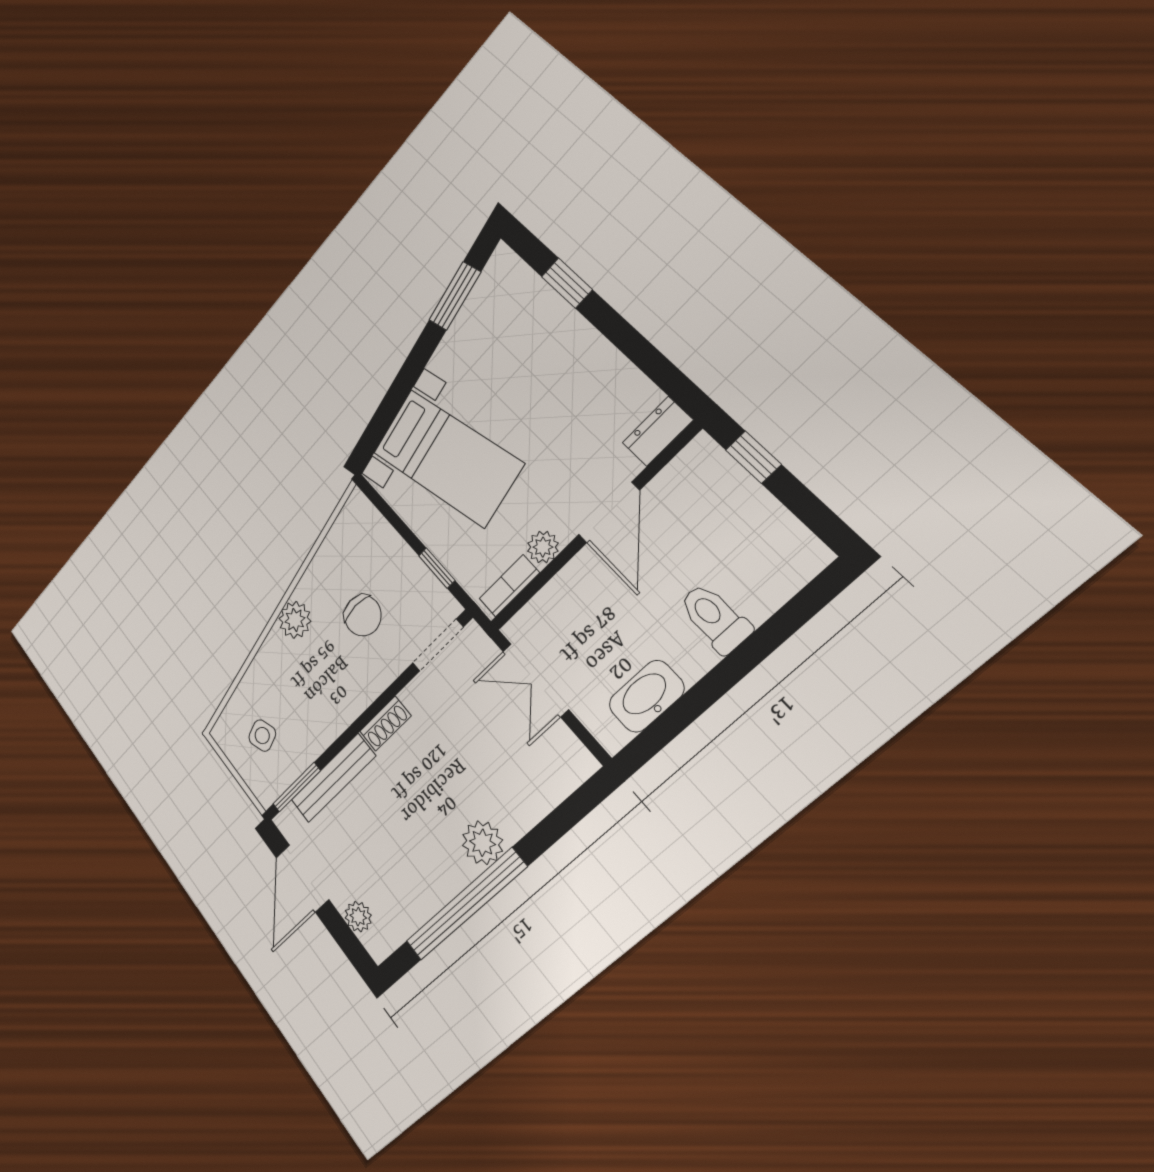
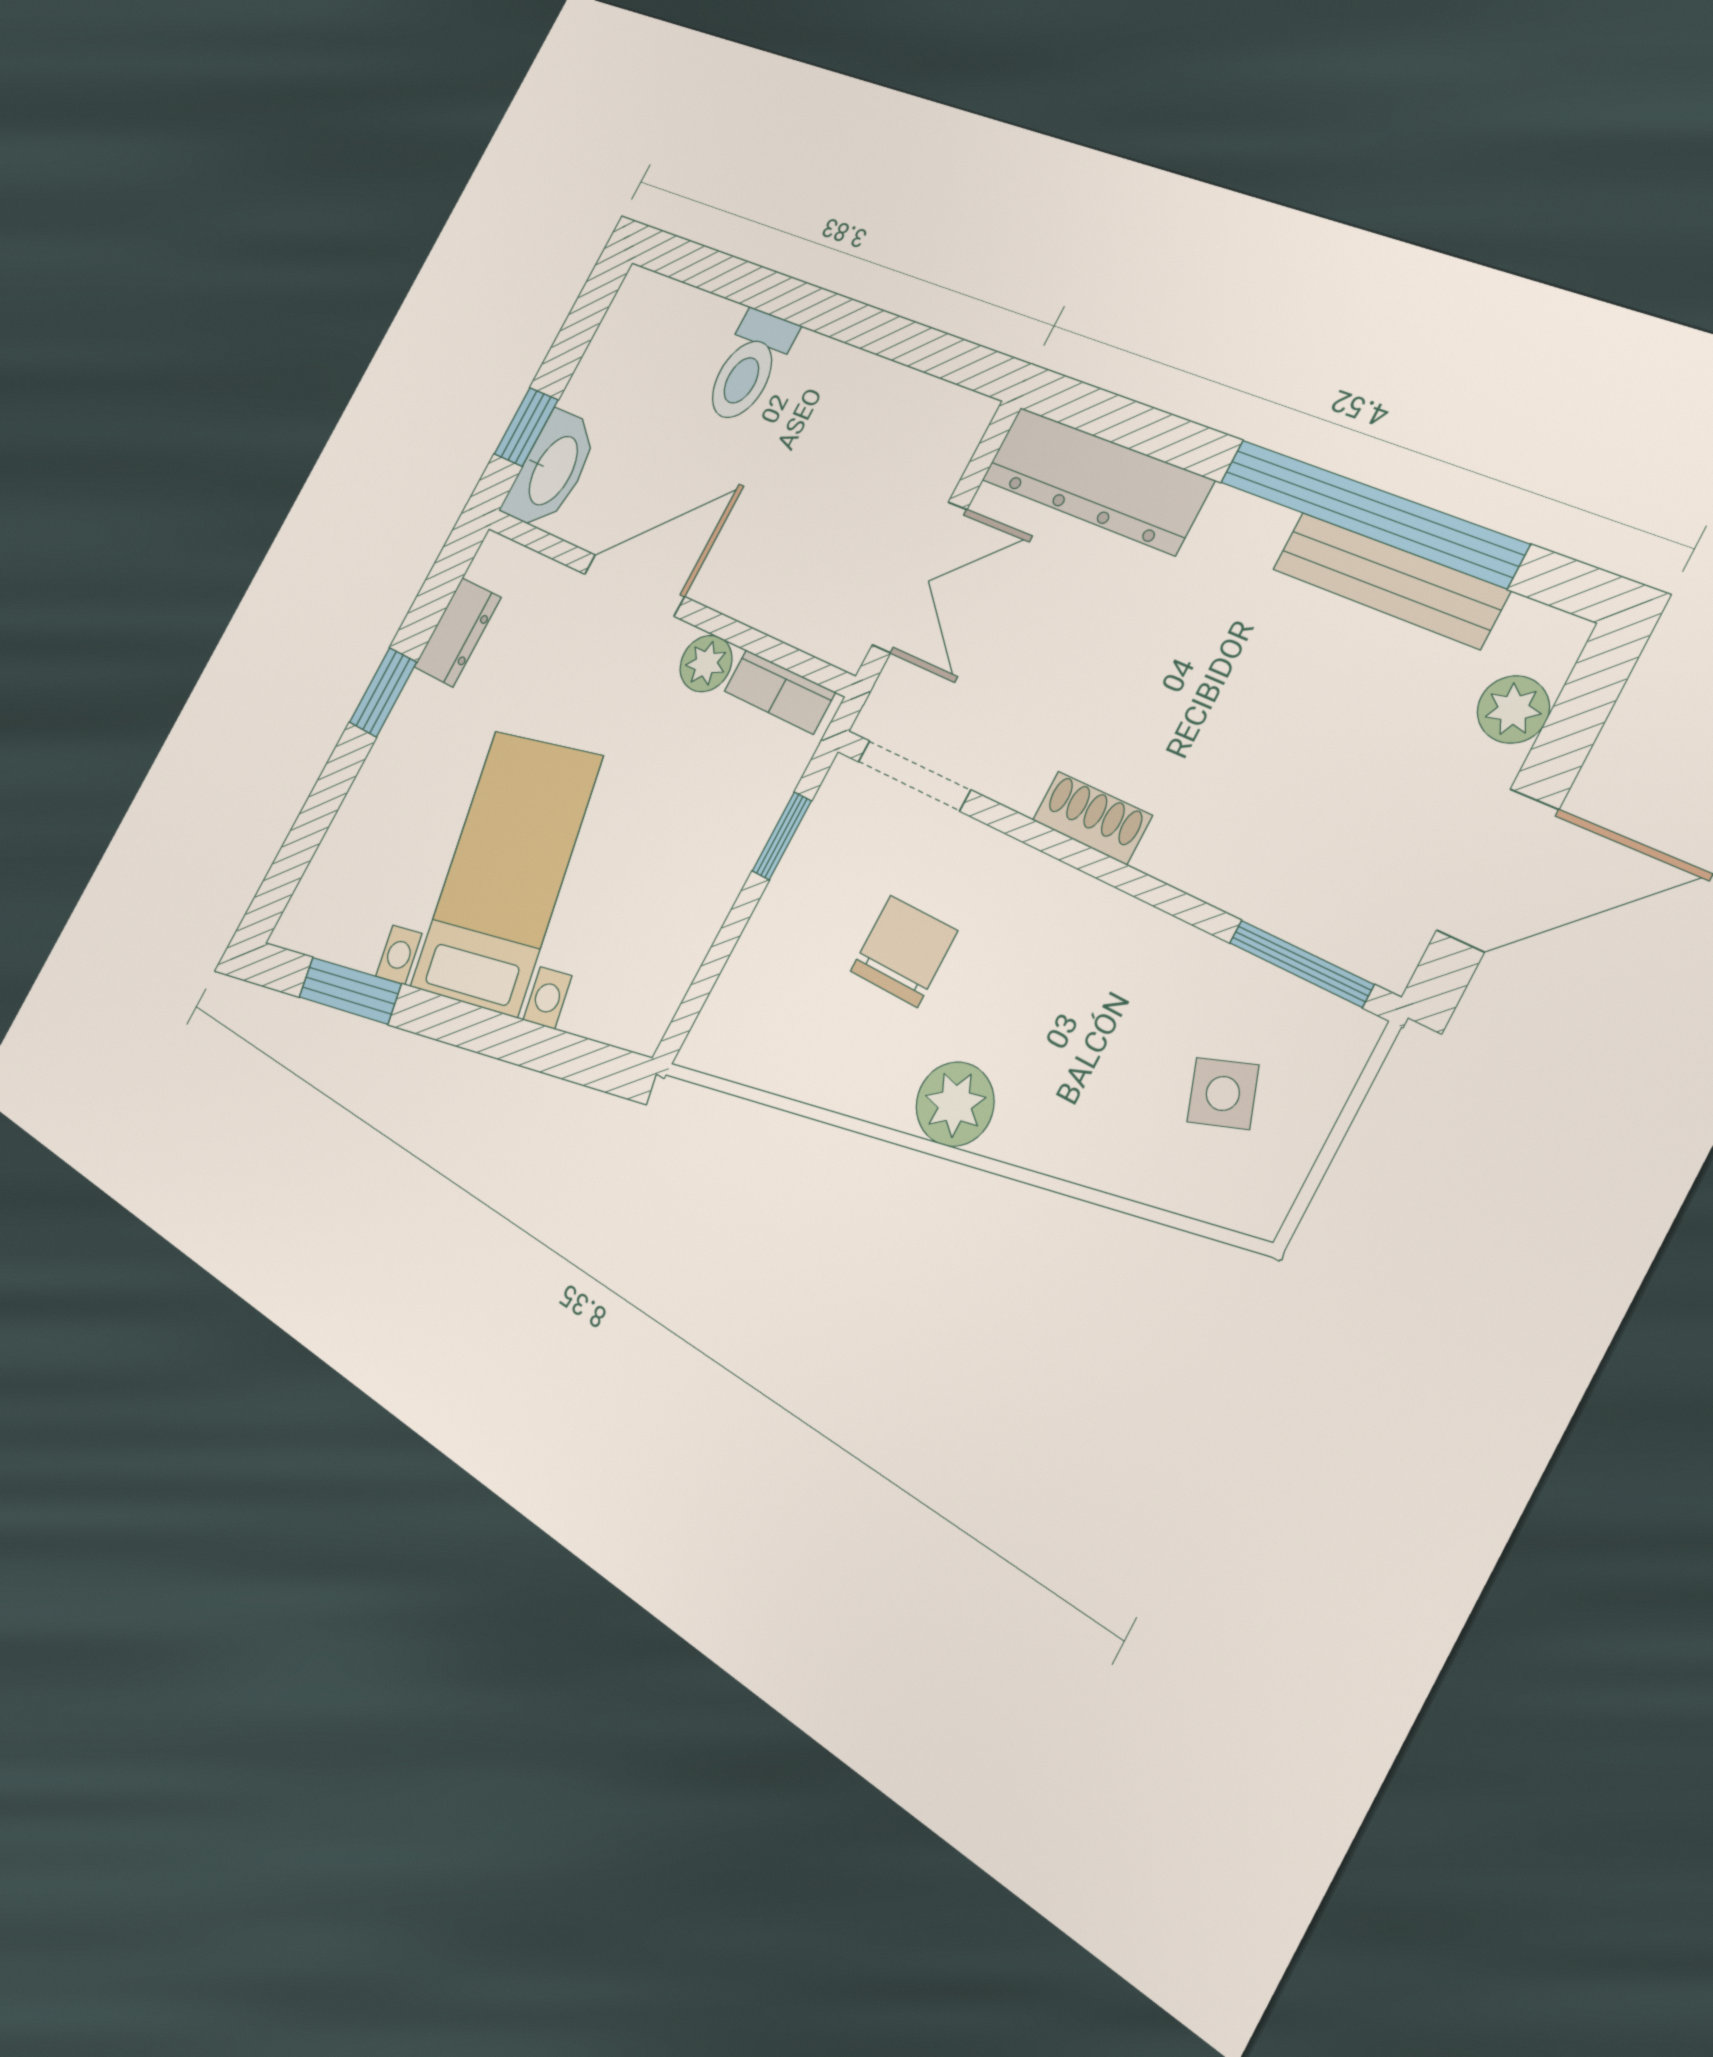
window: (567, 283) -> (383, 692), moved
dresser: (658, 431) -> (458, 632), moved, turned -90
bed with nightstands: (447, 458) -> (506, 872), moved
washbasin: (646, 696) -> (552, 470), moved, turned -90
bench: (333, 778) -> (1389, 580), moved
dresser: (543, 789) -> (1096, 480), added
plant: (482, 843) -> (1238, 536), removed

